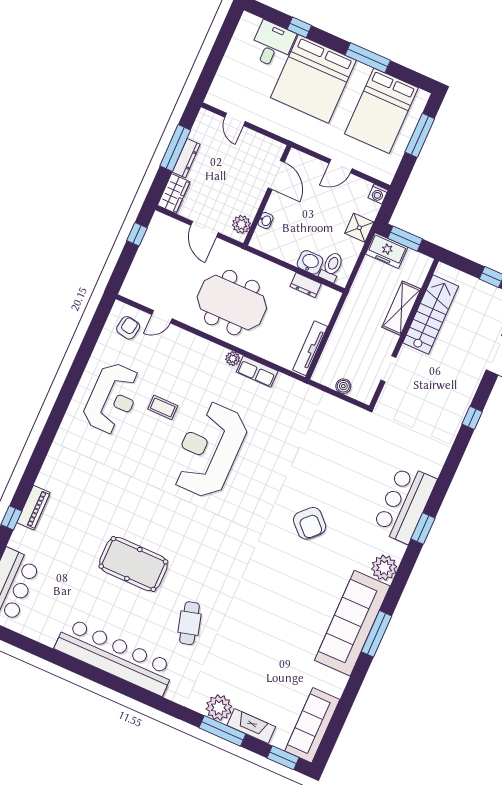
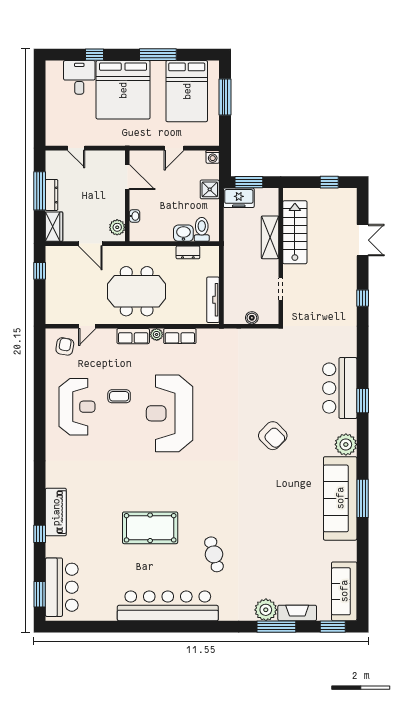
row of seats: (207, 349) -> (133, 336), added
piano: (33, 508) -> (56, 512), width x1.37, depth x1.33

